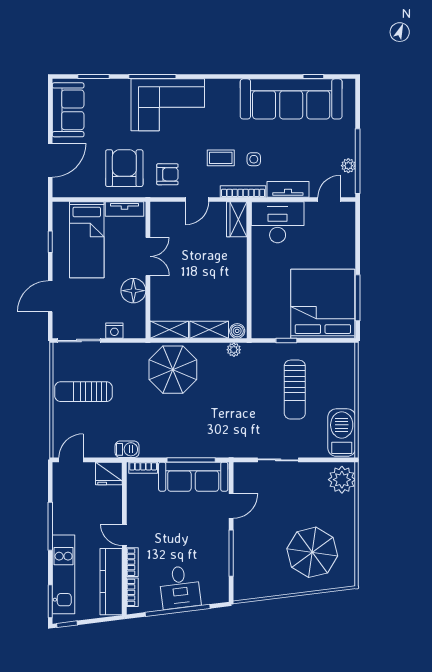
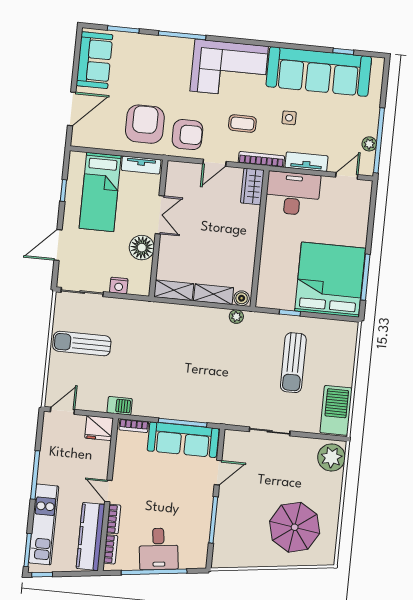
corner sofa: (168, 105) -> (229, 69), moved
side table: (254, 159) -> (289, 118), moved
armchair: (167, 174) -> (187, 135), width x1.38, depth x1.38
parasol: (173, 370) -> (173, 331), removed

